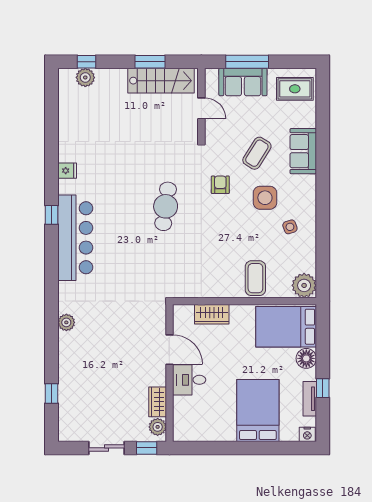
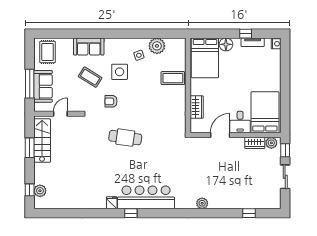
fridge: (67, 171) -> (112, 203), moved
plant: (304, 285) -> (157, 46), moved
bed: (258, 410) -> (265, 112), moved, turned 90

